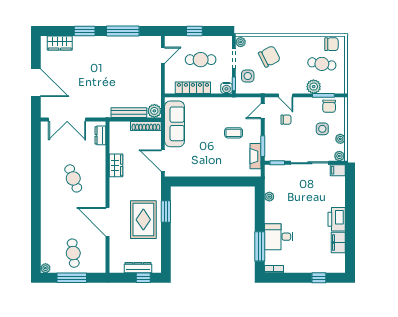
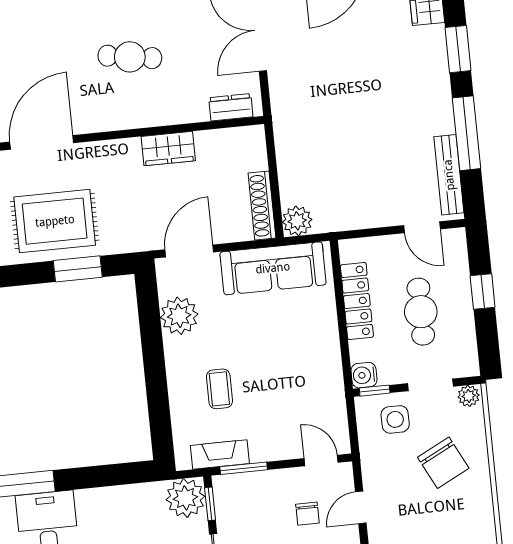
bench: (129, 113) -> (449, 175), moved
coffee table: (234, 133) -> (219, 389), moved
plant: (191, 168) -> (179, 316), added
cafe table: (73, 178) -> (130, 57), turned 30
plant: (269, 197) -> (185, 498), moved, width x1.87, depth x1.87

